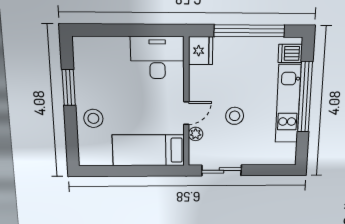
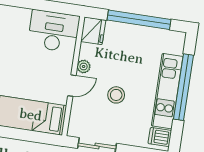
dishwasher: (290, 53) -> (160, 137), moved
plant: (196, 134) -> (84, 67), moved

